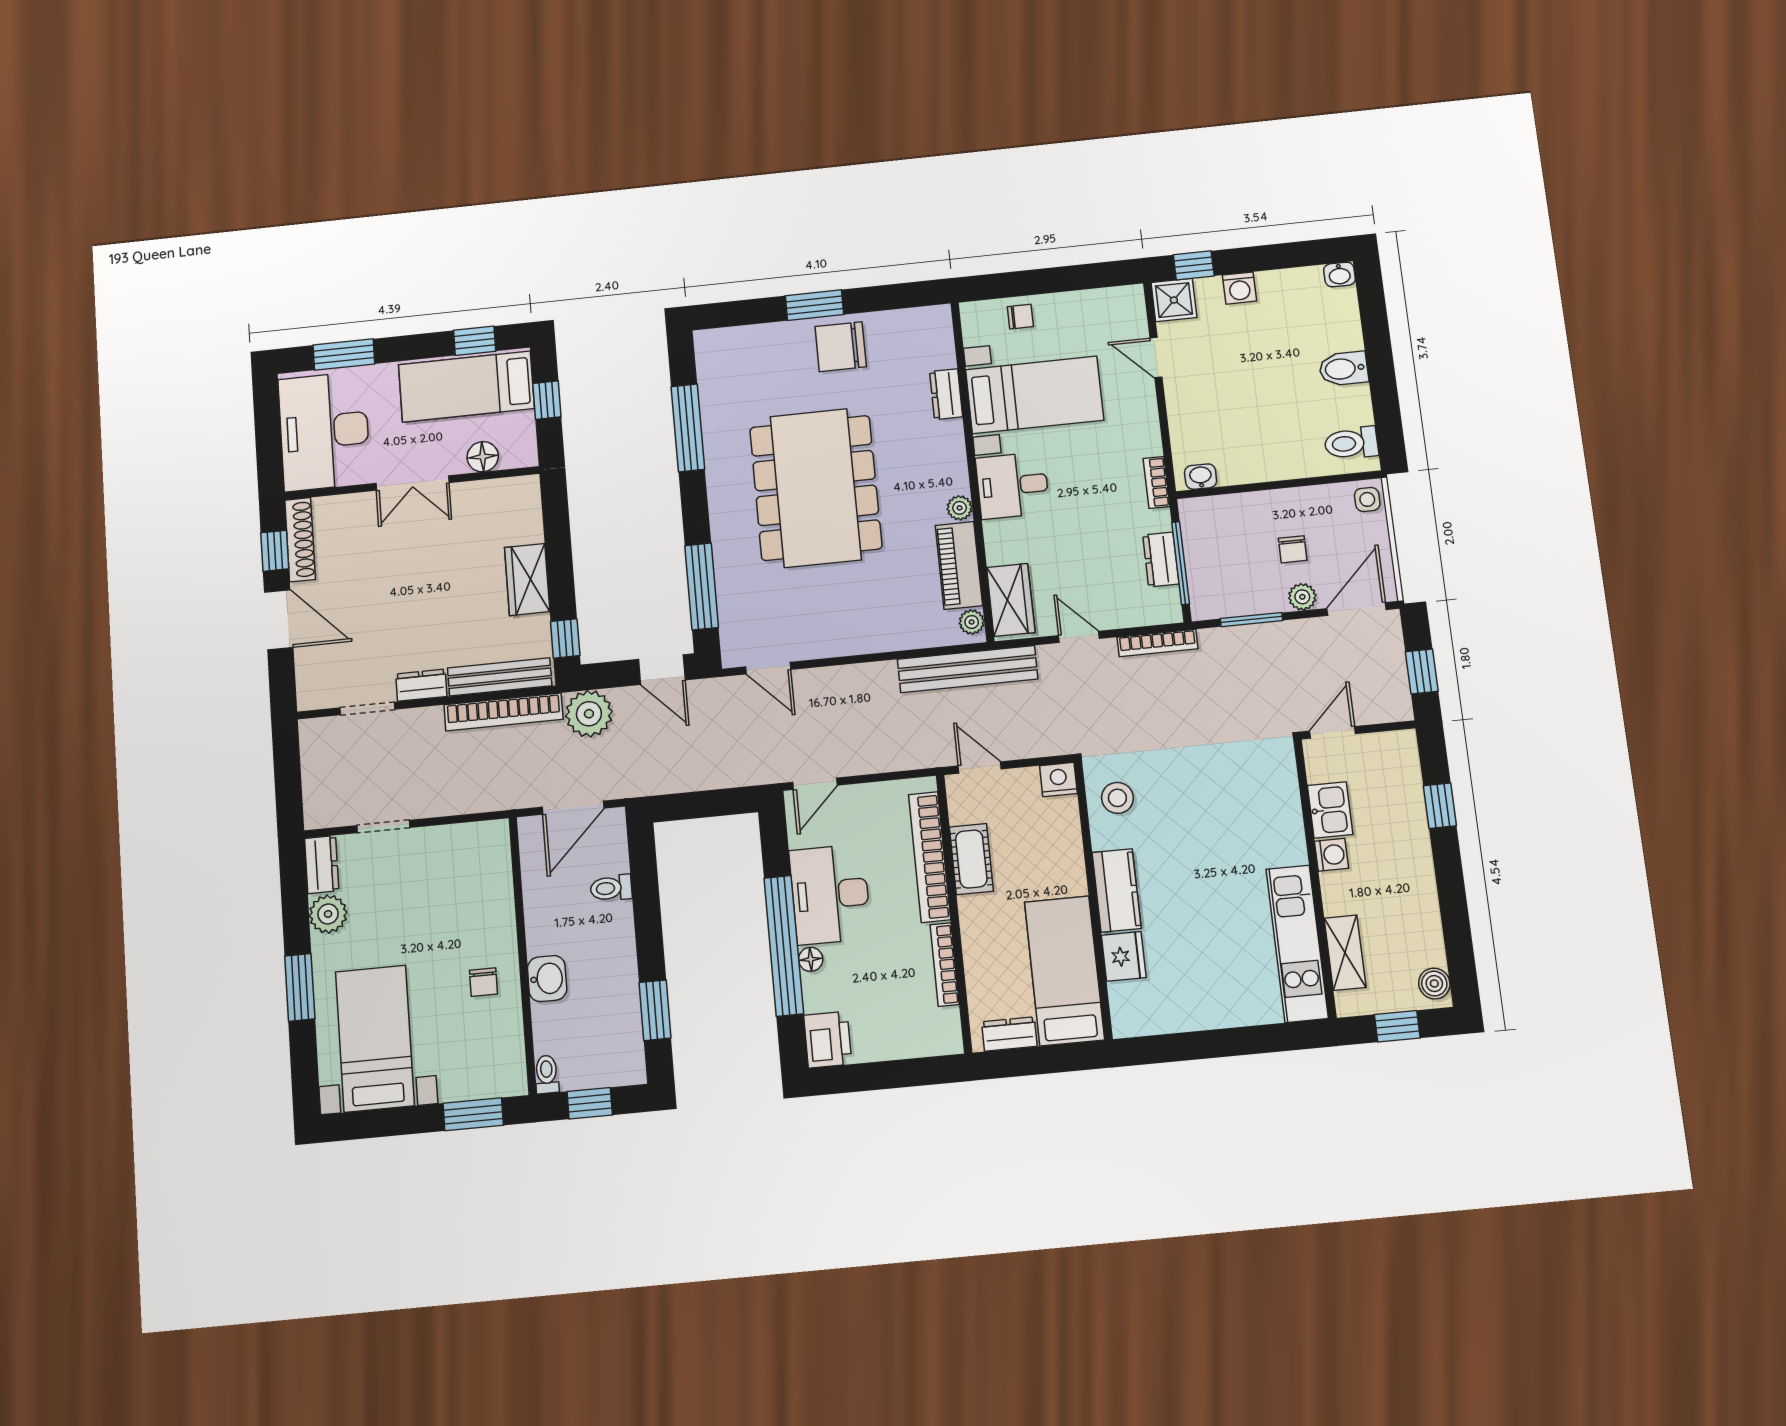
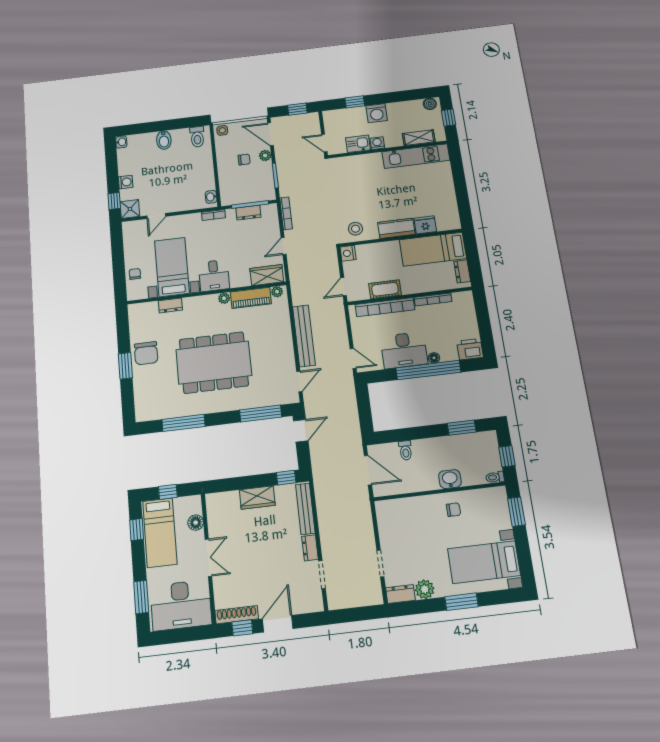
bench: (968, 669) -> (304, 336), moved
bookcase: (504, 712) -> (323, 506), removed
plant: (589, 714) -> (323, 465), removed
washing machine: (1410, 856) -> (377, 113), added

